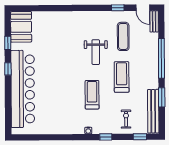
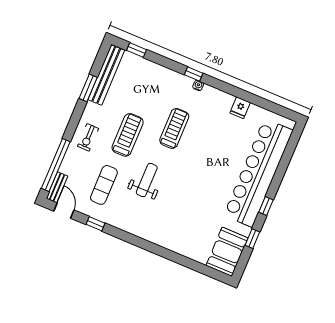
window: (161, 58) -> (56, 165), moved
treadmill: (122, 77) -> (128, 135), turned 180
treadmill: (92, 95) -> (174, 128), turned 180
exercise bike: (126, 119) -> (88, 137), moved
fridge: (54, 128) -> (240, 108), added
window: (106, 137) -> (194, 74), moved

